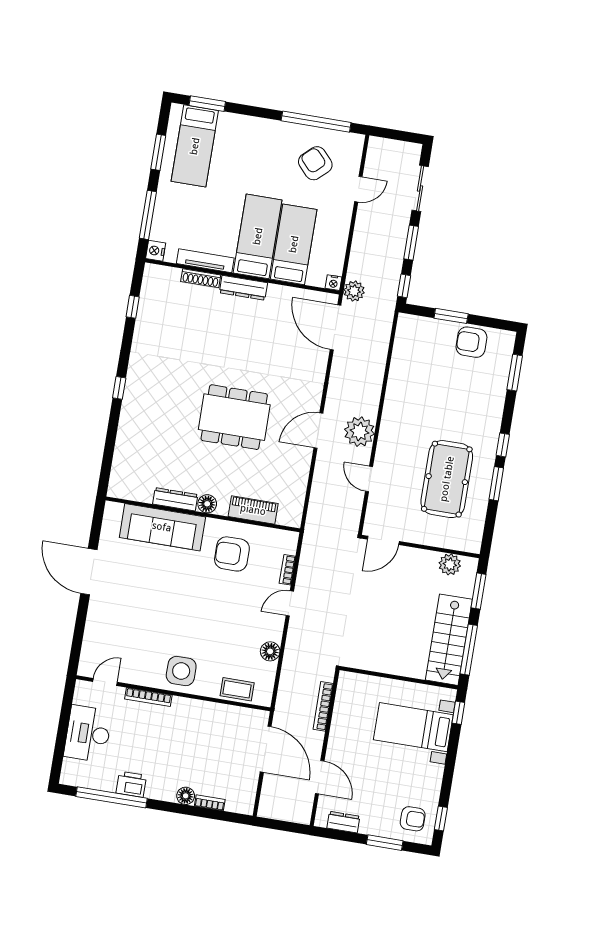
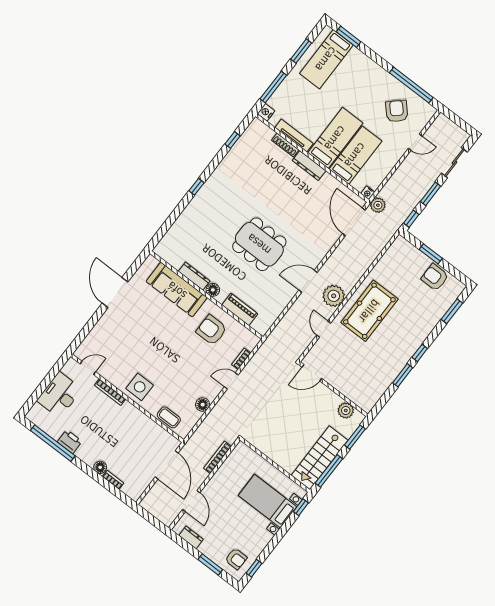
pool table: (447, 479) -> (369, 311), moved

